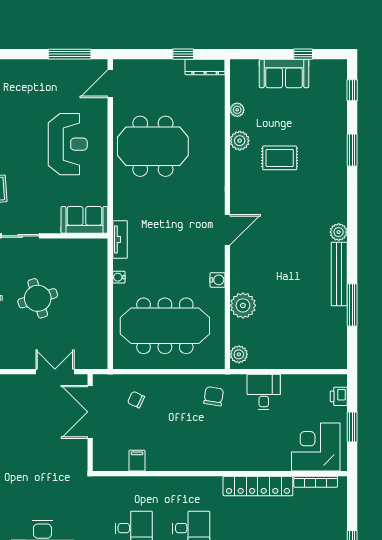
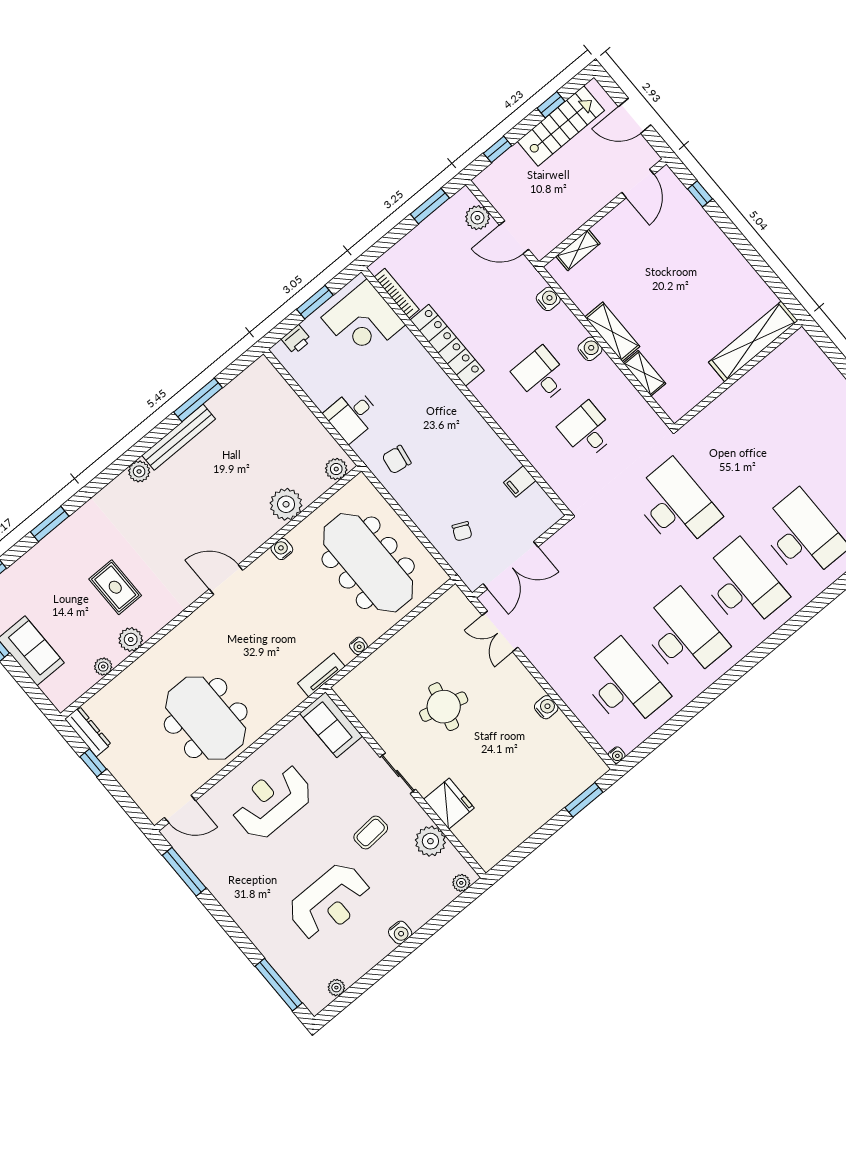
round table: (38, 298) -> (444, 707), turned 32

